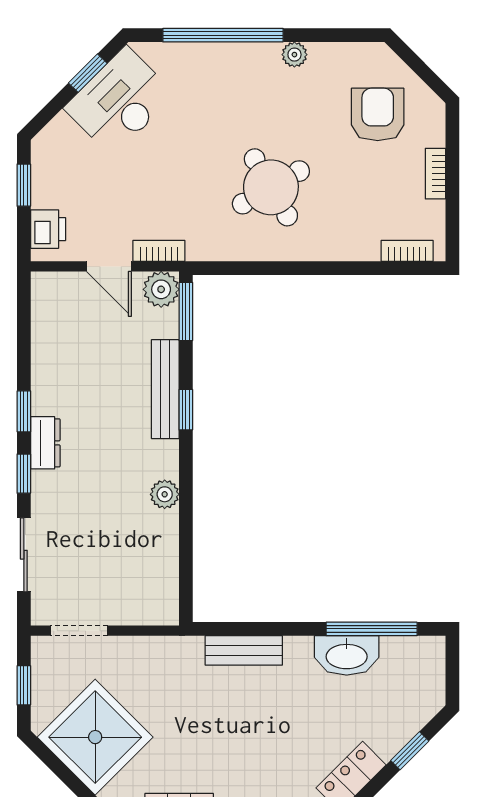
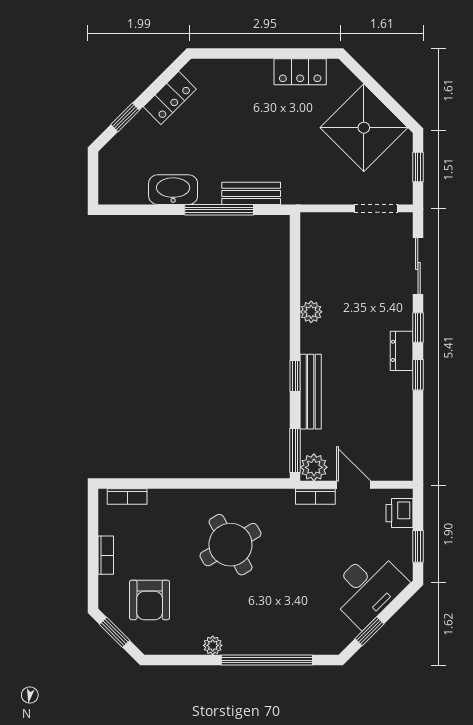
window: (424, 72) -> (115, 632), added
desk: (119, 101) -> (367, 588), moved
window: (372, 629) -> (219, 210), moved

